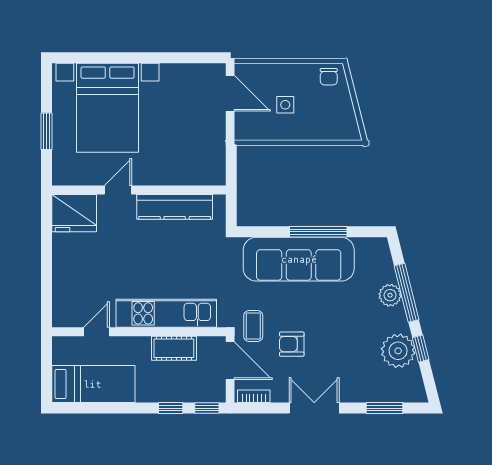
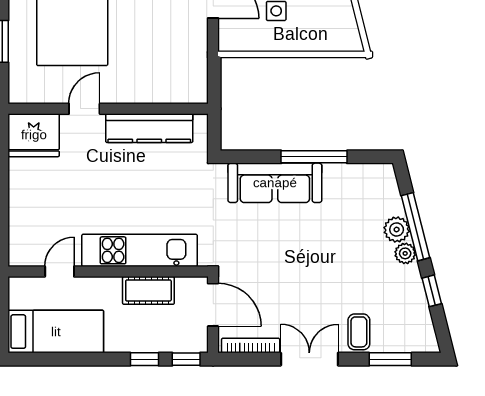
sofa: (299, 259) -> (275, 183), width x0.74, depth x0.79
coffee table: (253, 326) -> (359, 332), moved
armchair: (292, 344) -> (284, 286), removed
plant: (398, 351) -> (405, 253), moved, width x0.53, depth x0.53
bookcase: (254, 396) -> (251, 346), width x1.56

